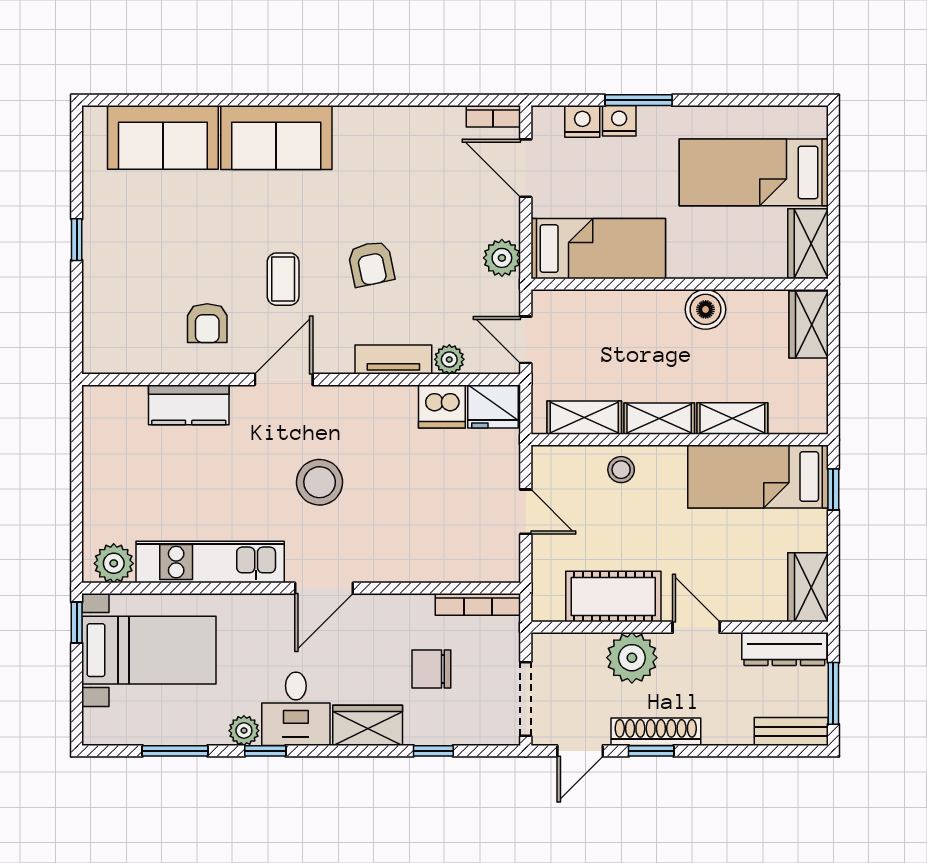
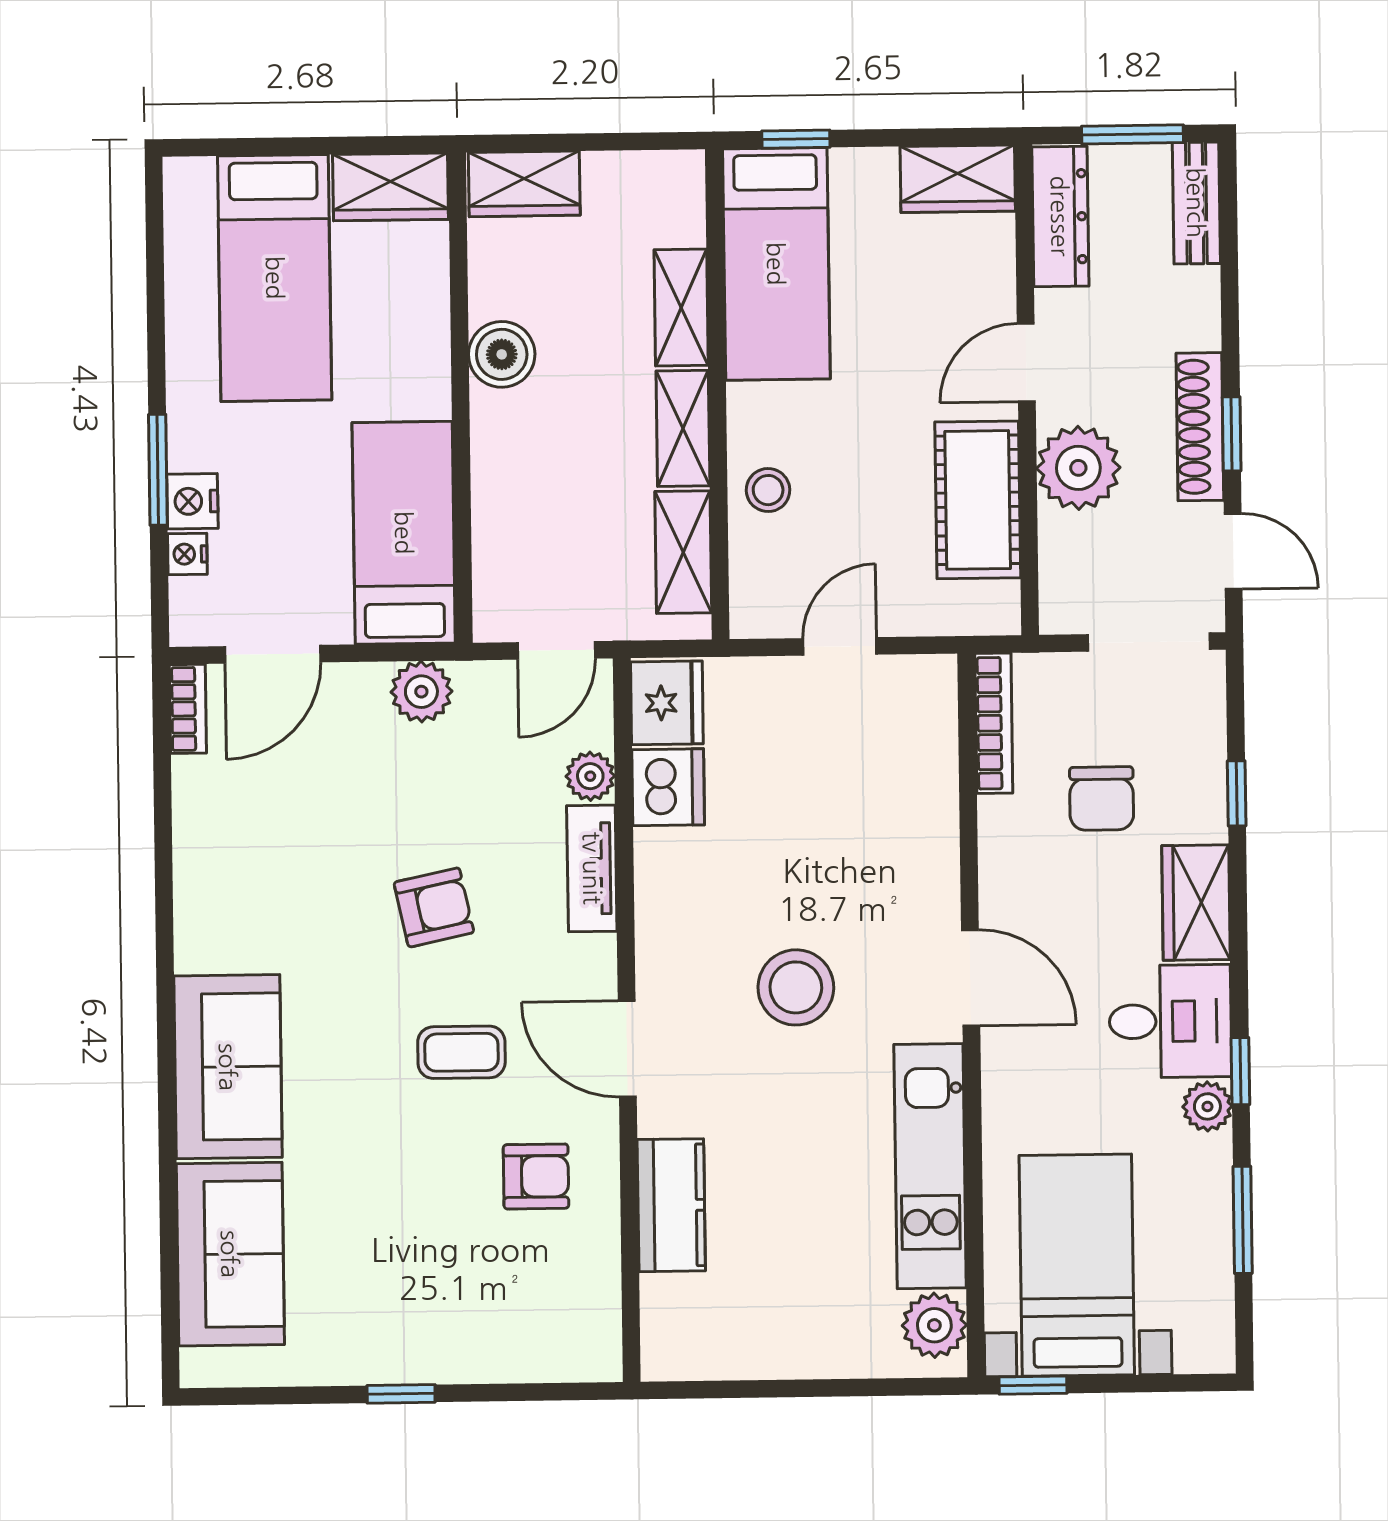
nightstand: (582, 121) -> (187, 554), width x0.72, depth x0.74

